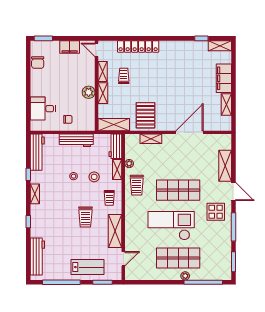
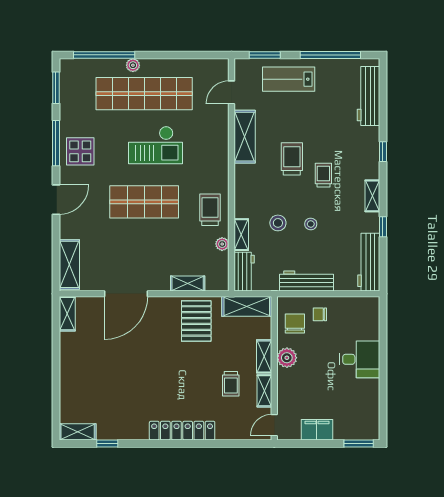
locker: (138, 46) -> (182, 431), moved
door: (96, 50) -> (274, 425), swing flipped
chair: (38, 63) -> (295, 323), moved
filing cabinet: (224, 78) -> (71, 380), removed
shelving: (226, 104) -> (67, 314), moved
desk: (43, 109) -> (360, 359), moved
shelving: (225, 166) -> (69, 264), moved
door: (233, 191) -> (56, 200), swing flipped
trolley: (109, 198) -> (323, 175), moved
display table: (216, 212) -> (80, 151), moved
checkout: (171, 226) -> (155, 145), width x0.73, depth x0.83
shop shelf: (178, 258) -> (144, 94), width x1.40

